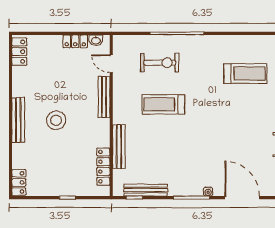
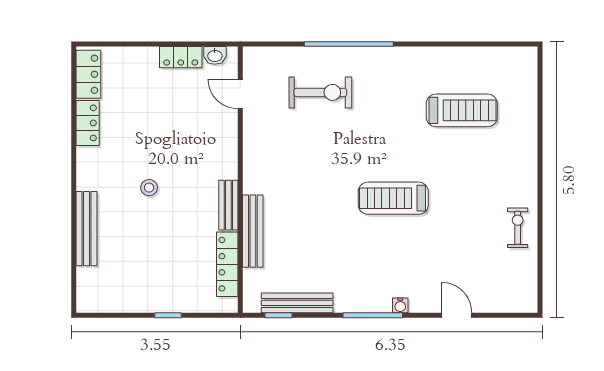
bench: (104, 97) -> (228, 205), moved, width x0.73
treadmill: (163, 104) -> (393, 198), moved
bench: (18, 120) -> (87, 229), moved
stool: (56, 120) -> (149, 188), width x0.53, depth x0.53
locker: (19, 182) -> (88, 123), moved
door: (242, 198) -> (457, 315), width x0.53

